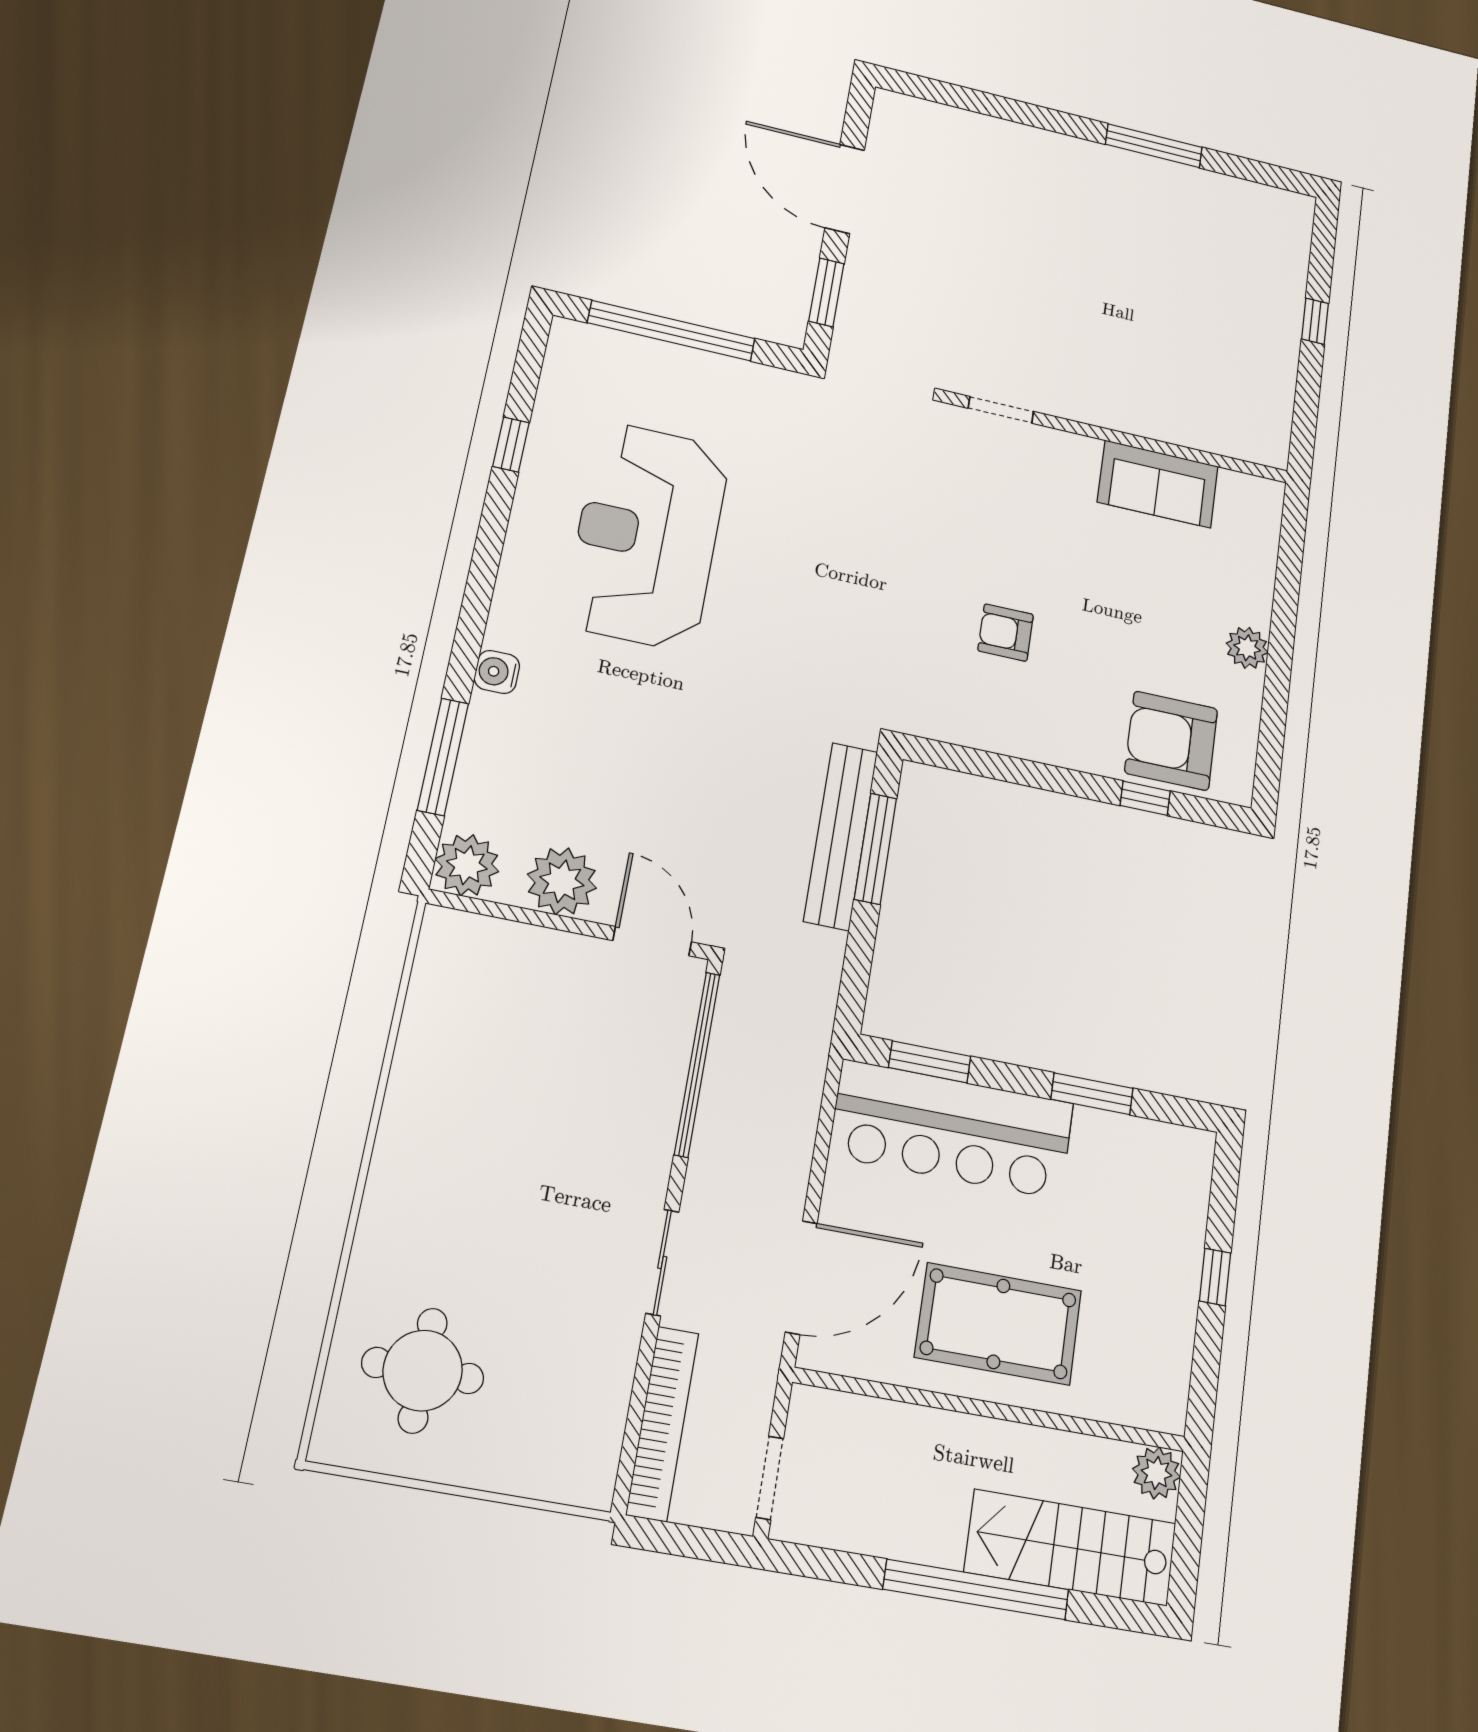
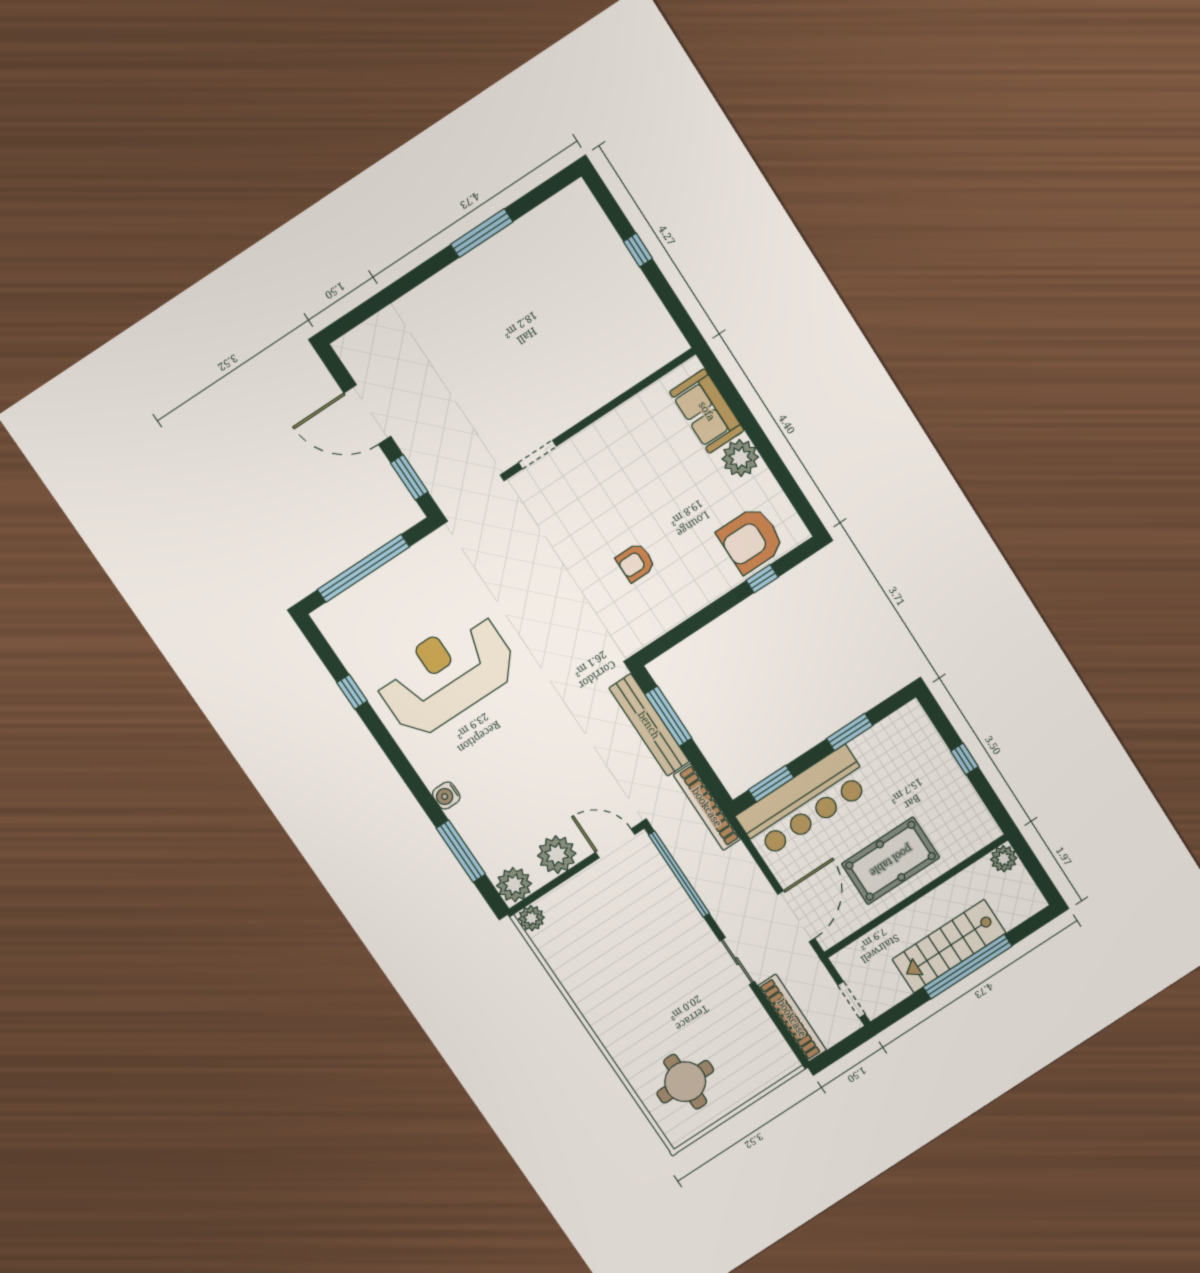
sofa: (1158, 484) -> (707, 411), moved, turned 90
reception desk: (647, 535) -> (446, 674), turned 90
plant: (1247, 648) -> (740, 458), width x1.36, depth x1.36
plant: (444, 931) -> (531, 918), added
bookcase: (817, 1011) -> (707, 807), added
stairs: (1071, 1548) -> (949, 946), moved

